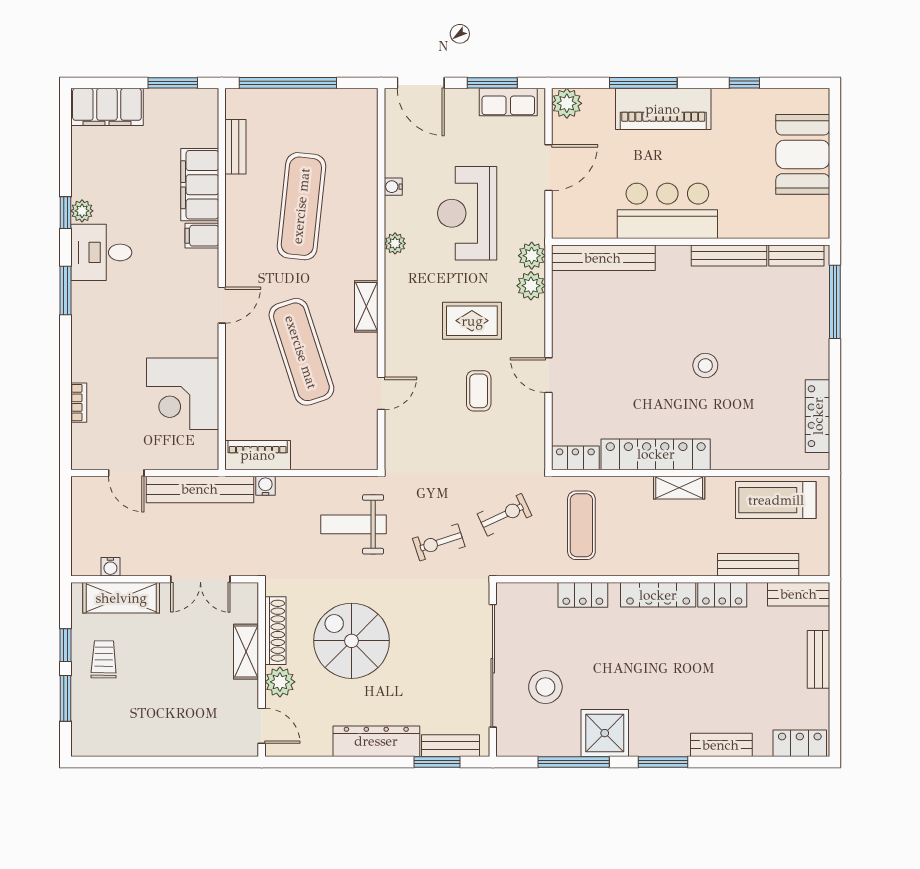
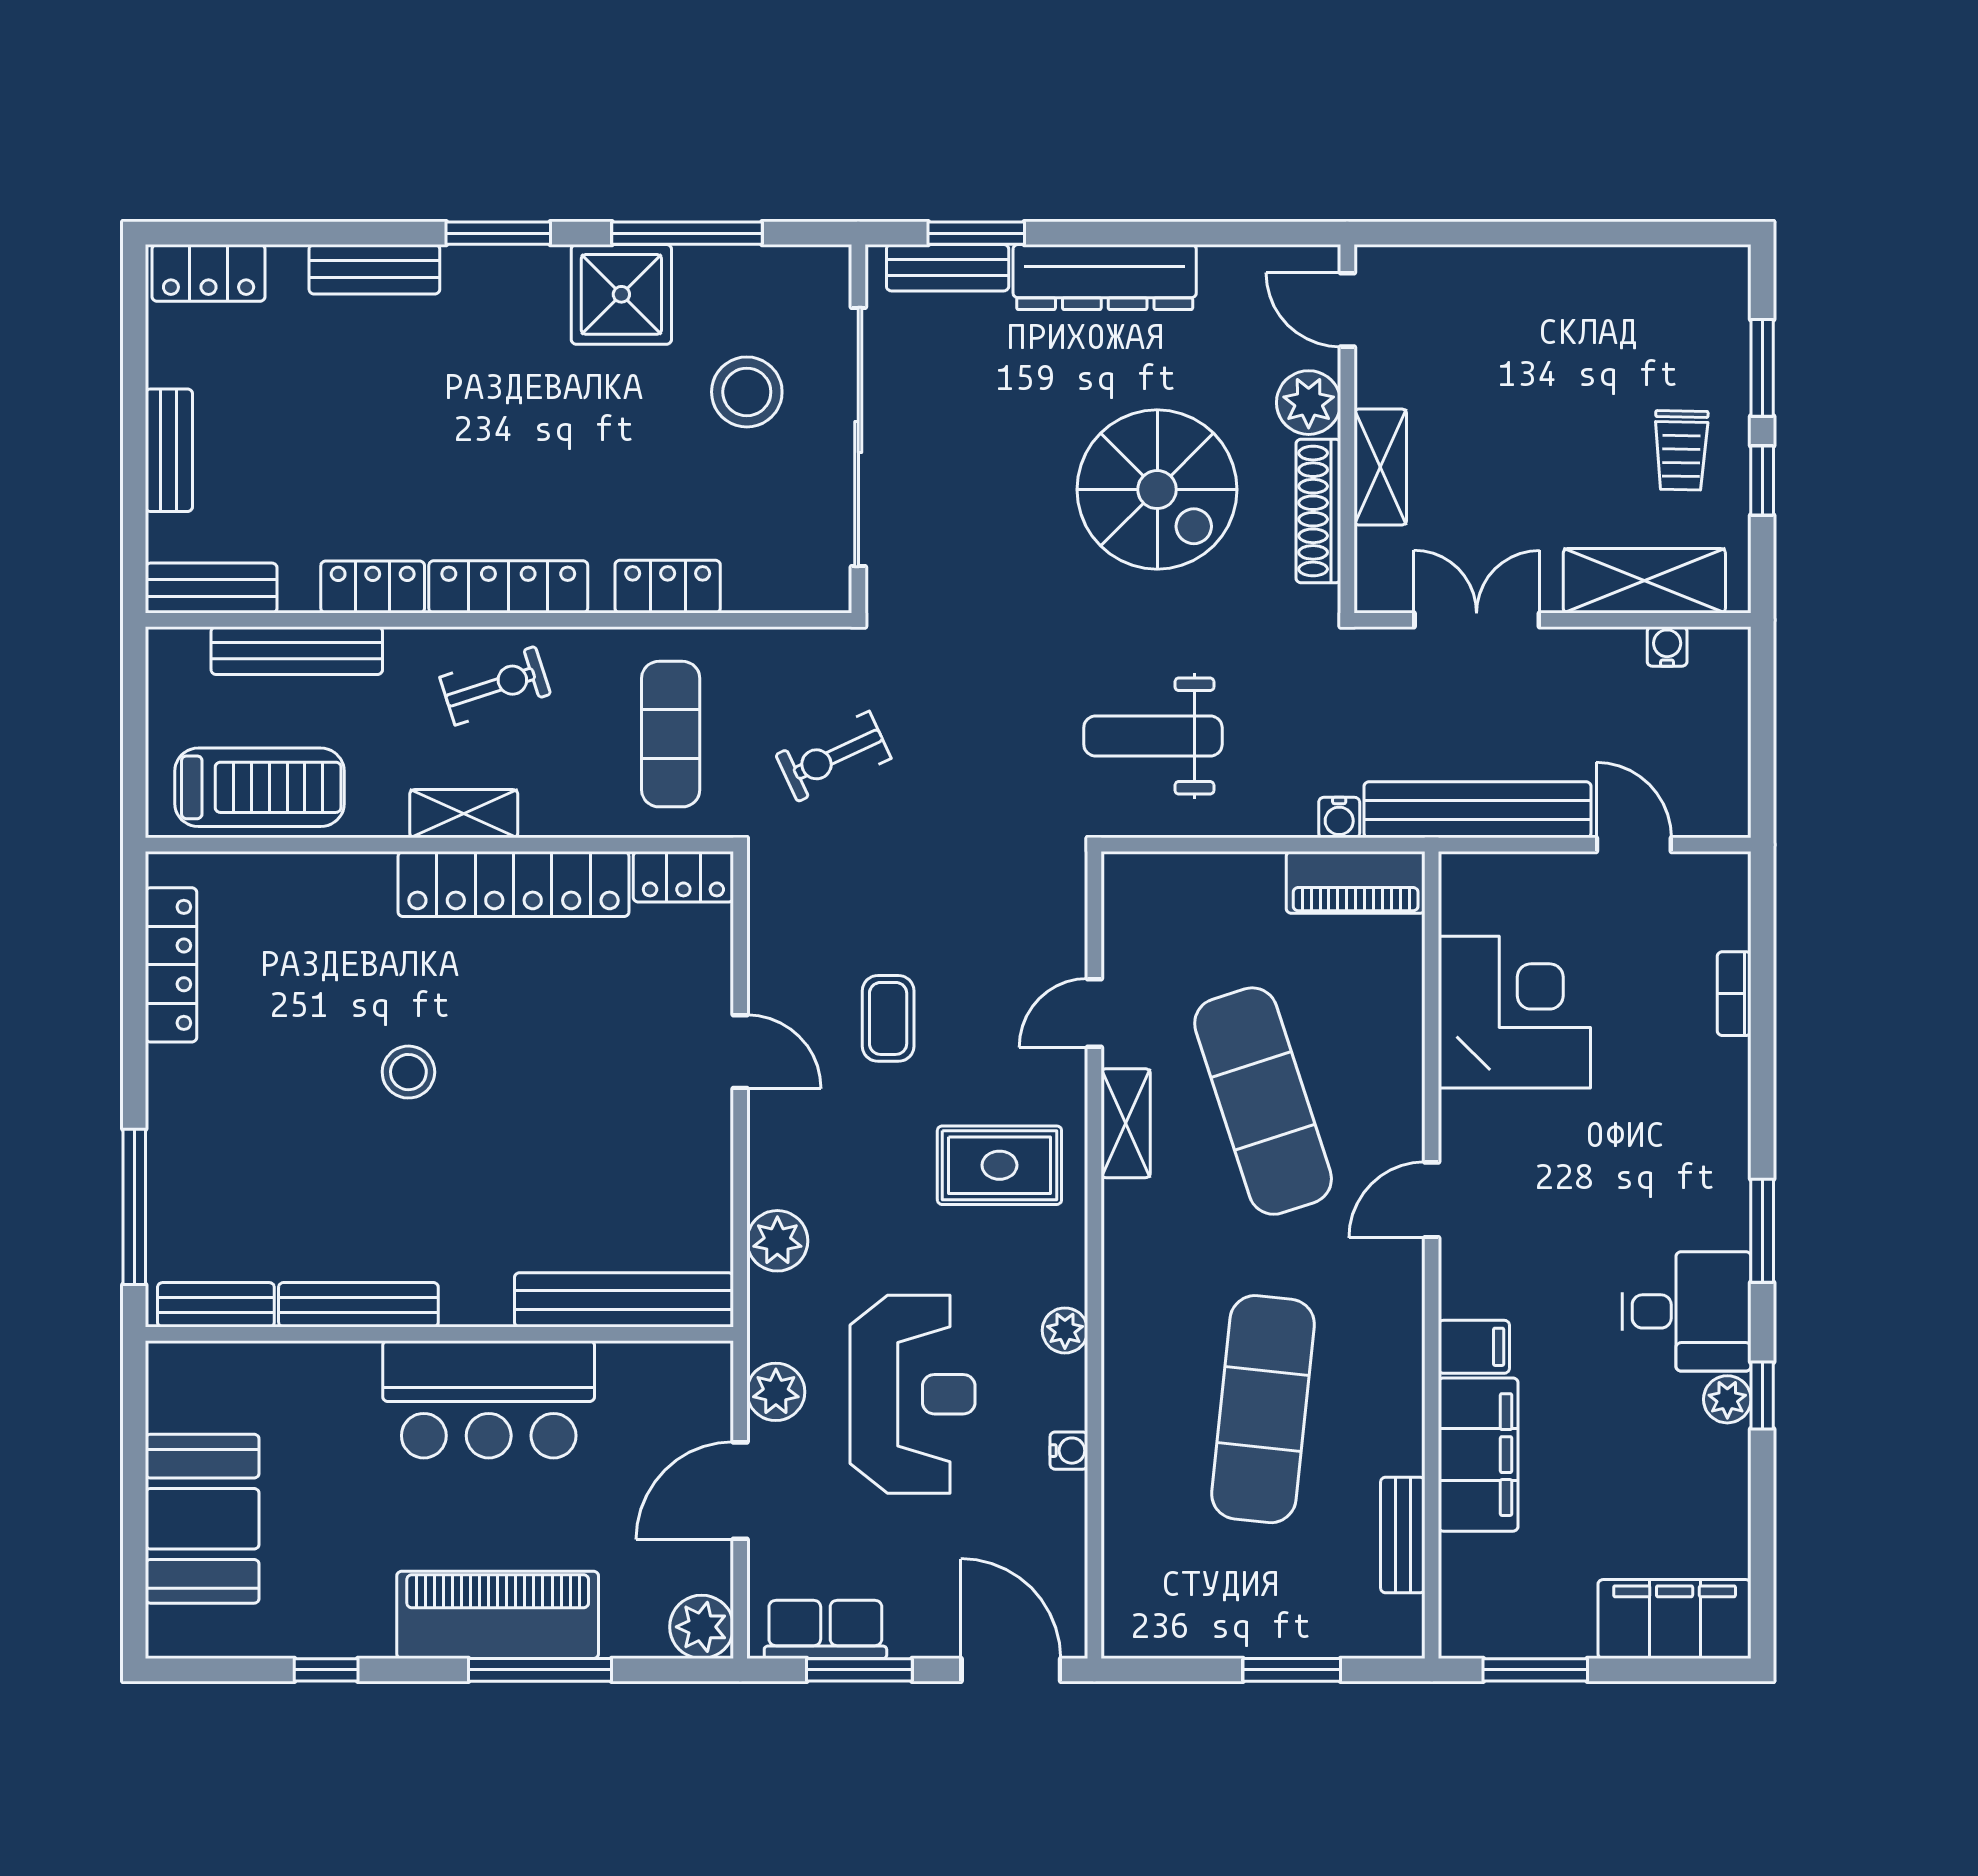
window: (288, 83) -> (1292, 1670), width x0.47
plant: (532, 256) -> (776, 1392), moved
shelving: (366, 306) -> (1126, 1123), moved
rug: (472, 321) -> (999, 1165), moved
weight bench: (353, 524) -> (1153, 736), turned 180
exercise bike: (439, 542) -> (495, 686), moved

